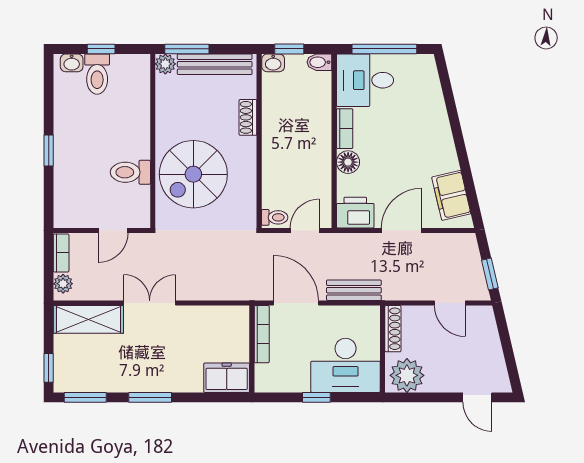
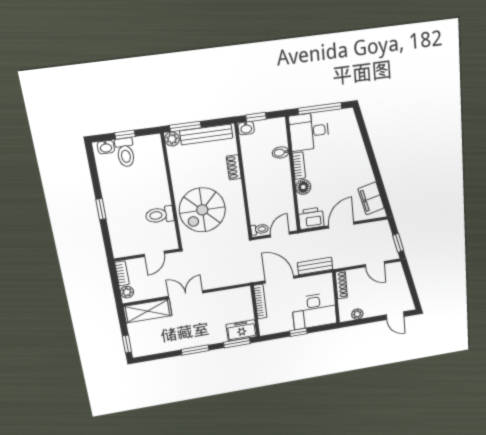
bidet: (319, 62) -> (281, 152), moved
plant: (407, 375) -> (357, 314), width x0.53, depth x0.53
window: (85, 397) -> (237, 343), moved

